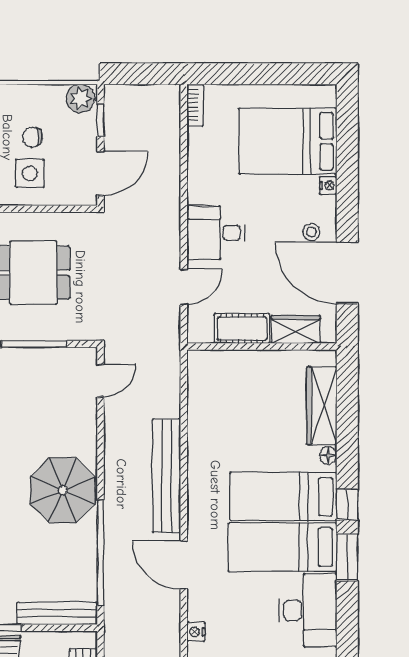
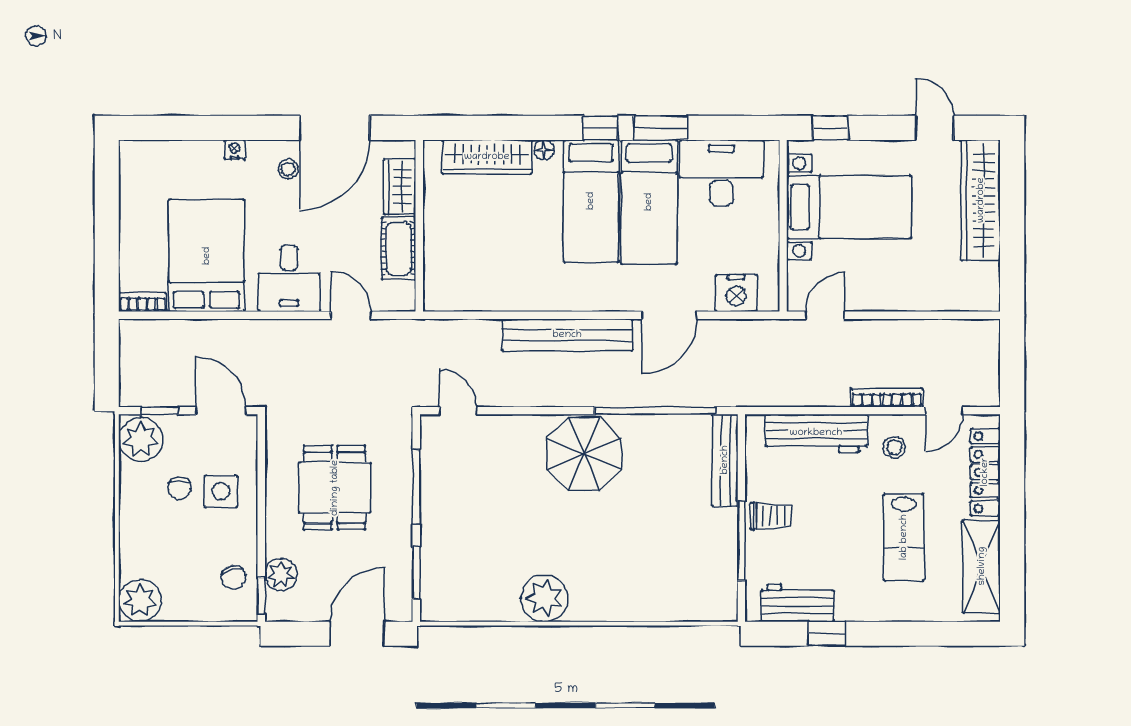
plant: (80, 98) -> (141, 439), width x1.36, depth x1.36
bed: (288, 141) -> (207, 256), moved, turned 180
nightstand: (196, 632) -> (736, 293), width x1.89, depth x1.79

